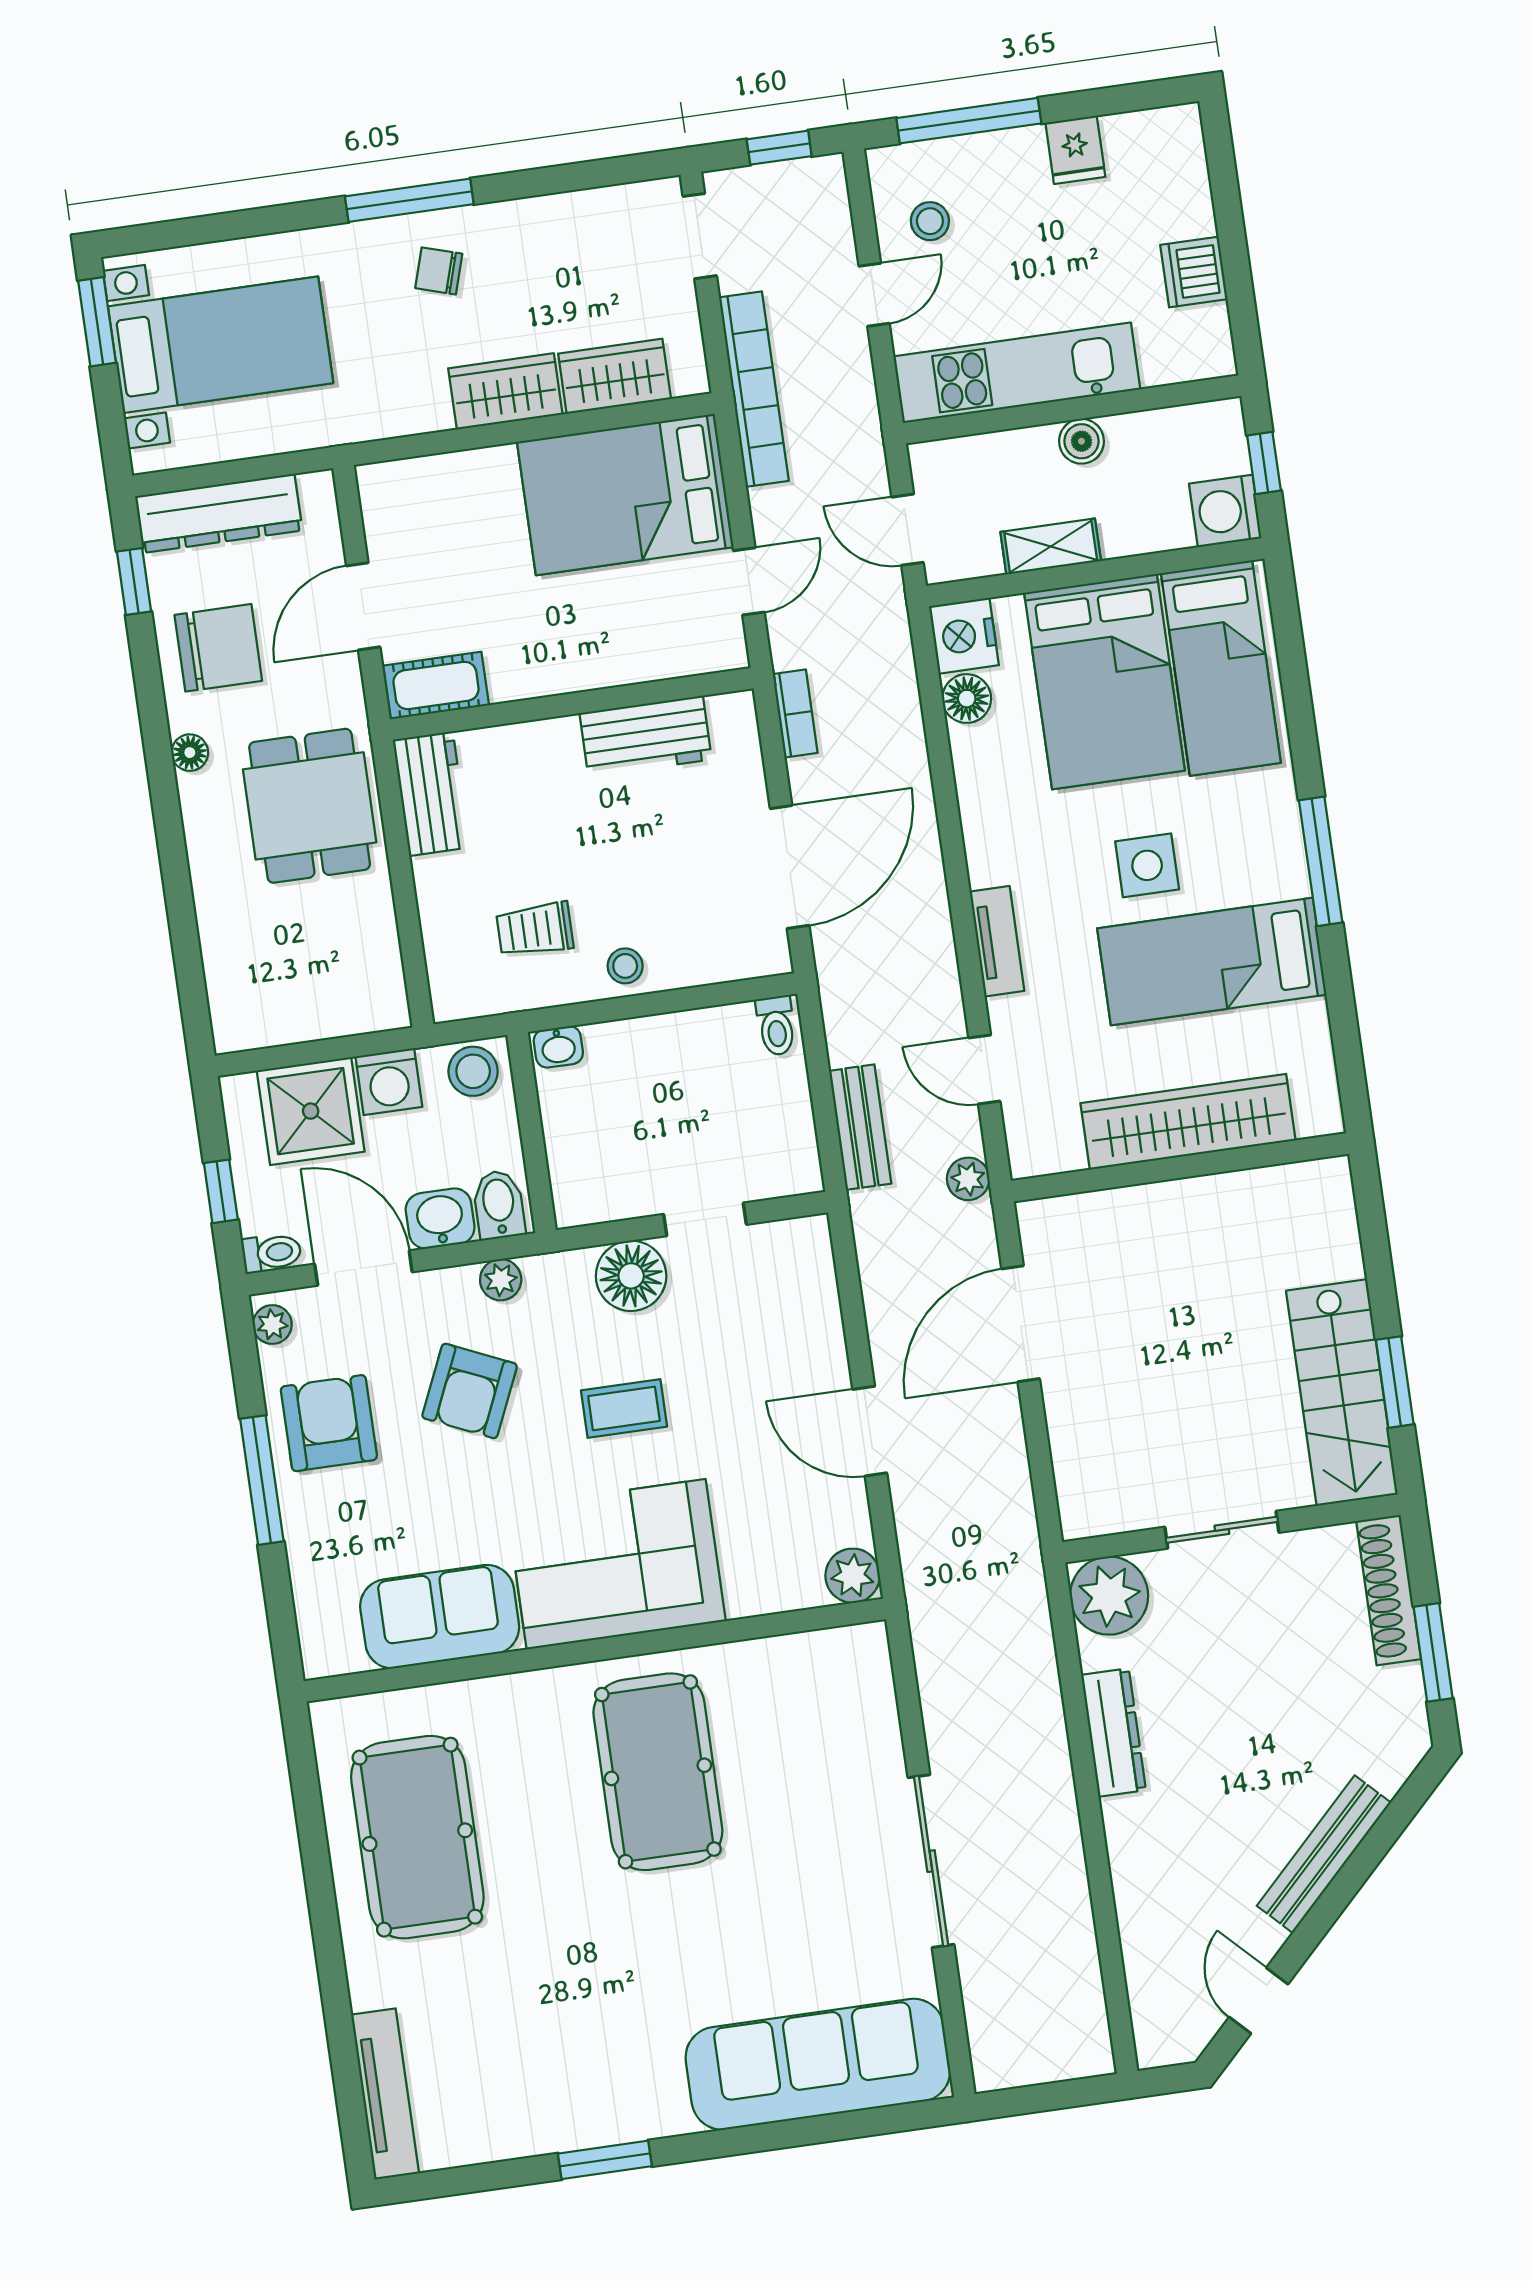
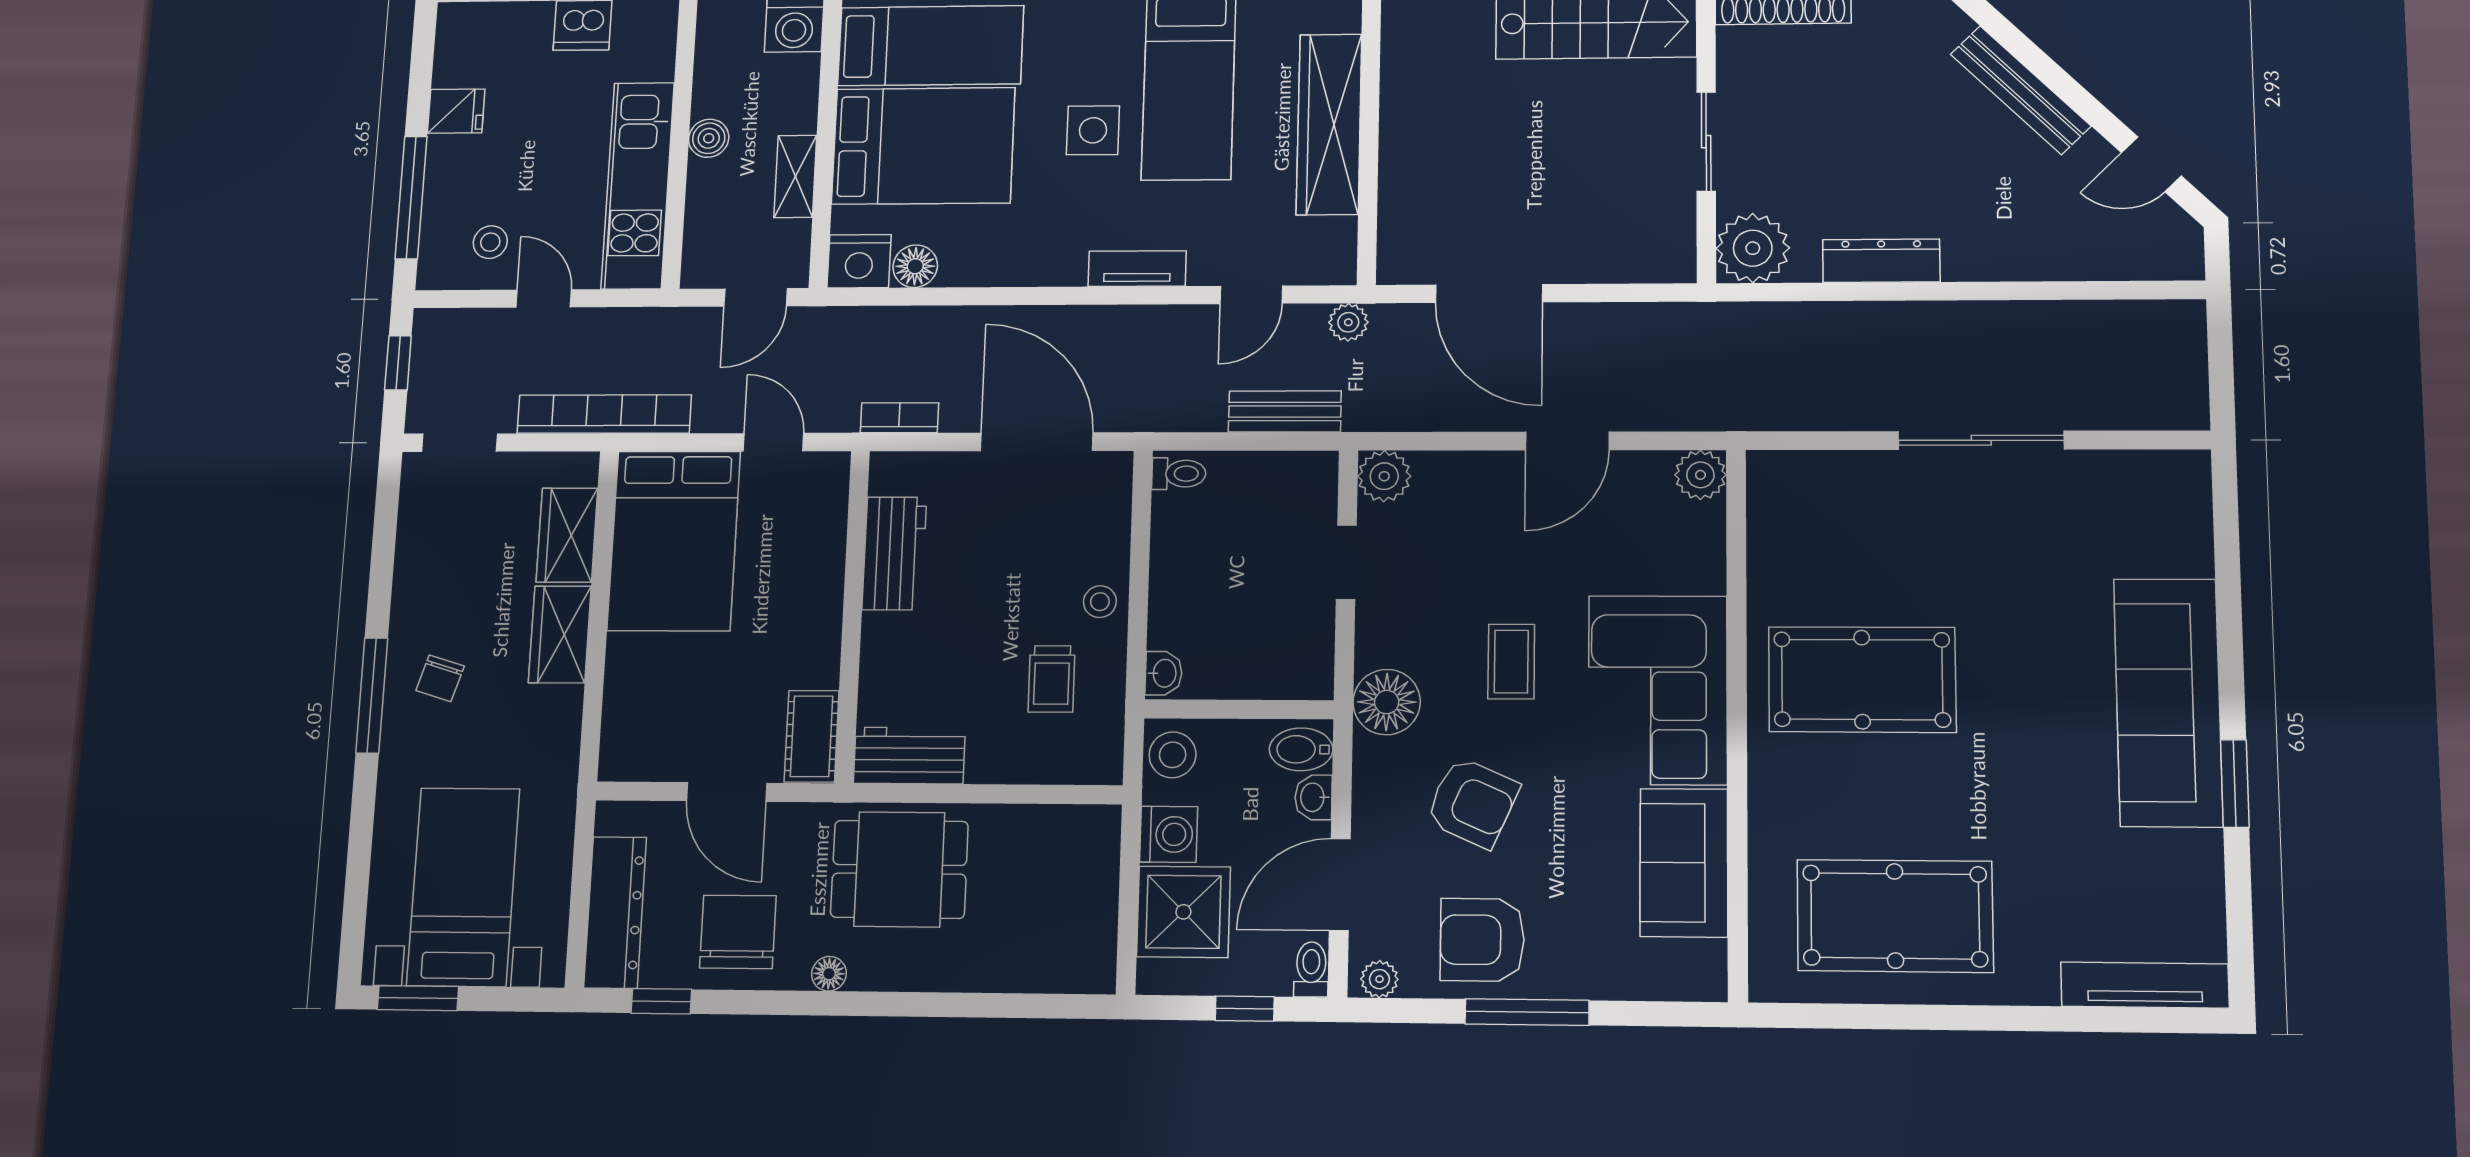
washbasin: (440, 1219) -> (1313, 797), width x0.72, depth x0.69
floor lamp: (631, 1276) -> (1387, 702), moved
plant: (501, 1280) -> (1384, 476), moved, width x1.38, depth x1.38
sofa: (818, 2064) -> (2168, 702), moved

